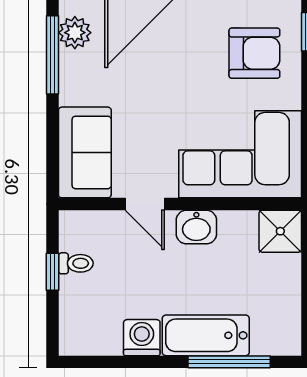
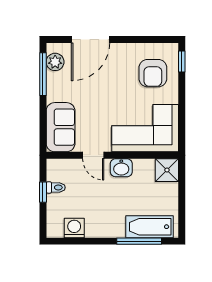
armchair: (254, 53) -> (153, 73), turned 90
bathtub: (206, 335) -> (150, 227), moved
washing machine: (142, 338) -> (74, 228), moved

